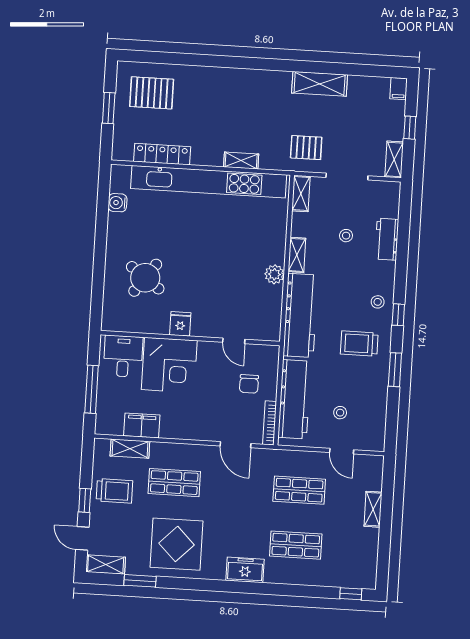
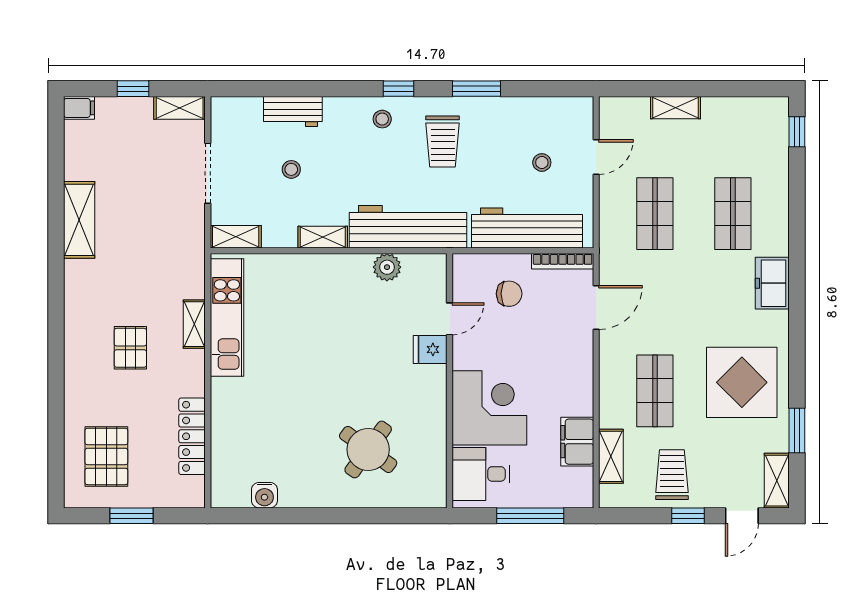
pallet: (306, 148) -> (130, 348), moved
kitchen unit: (209, 182) -> (227, 317), width x0.54
plant: (274, 274) -> (387, 267), moved
fridge: (180, 324) -> (430, 349), moved

